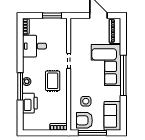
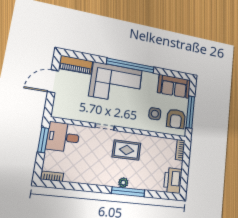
desk: (34, 46) -> (63, 137), moved, turned 90
printer: (30, 103) -> (173, 181), moved, turned -90

